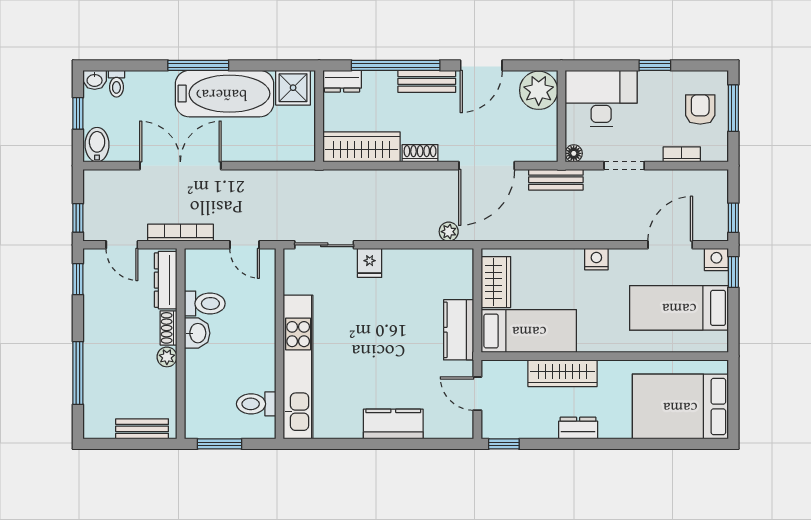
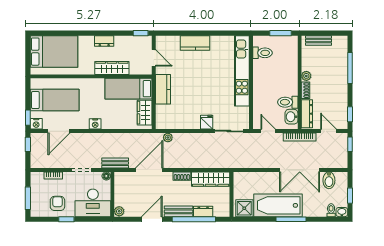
dresser: (342, 81) -> (203, 211), moved
plant: (539, 90) -> (119, 211), width x0.53, depth x0.53
armchair: (700, 109) -> (57, 203), moved, turned 180
bidet: (97, 145) -> (329, 180), moved
washbasin: (197, 333) -> (291, 117), moved

